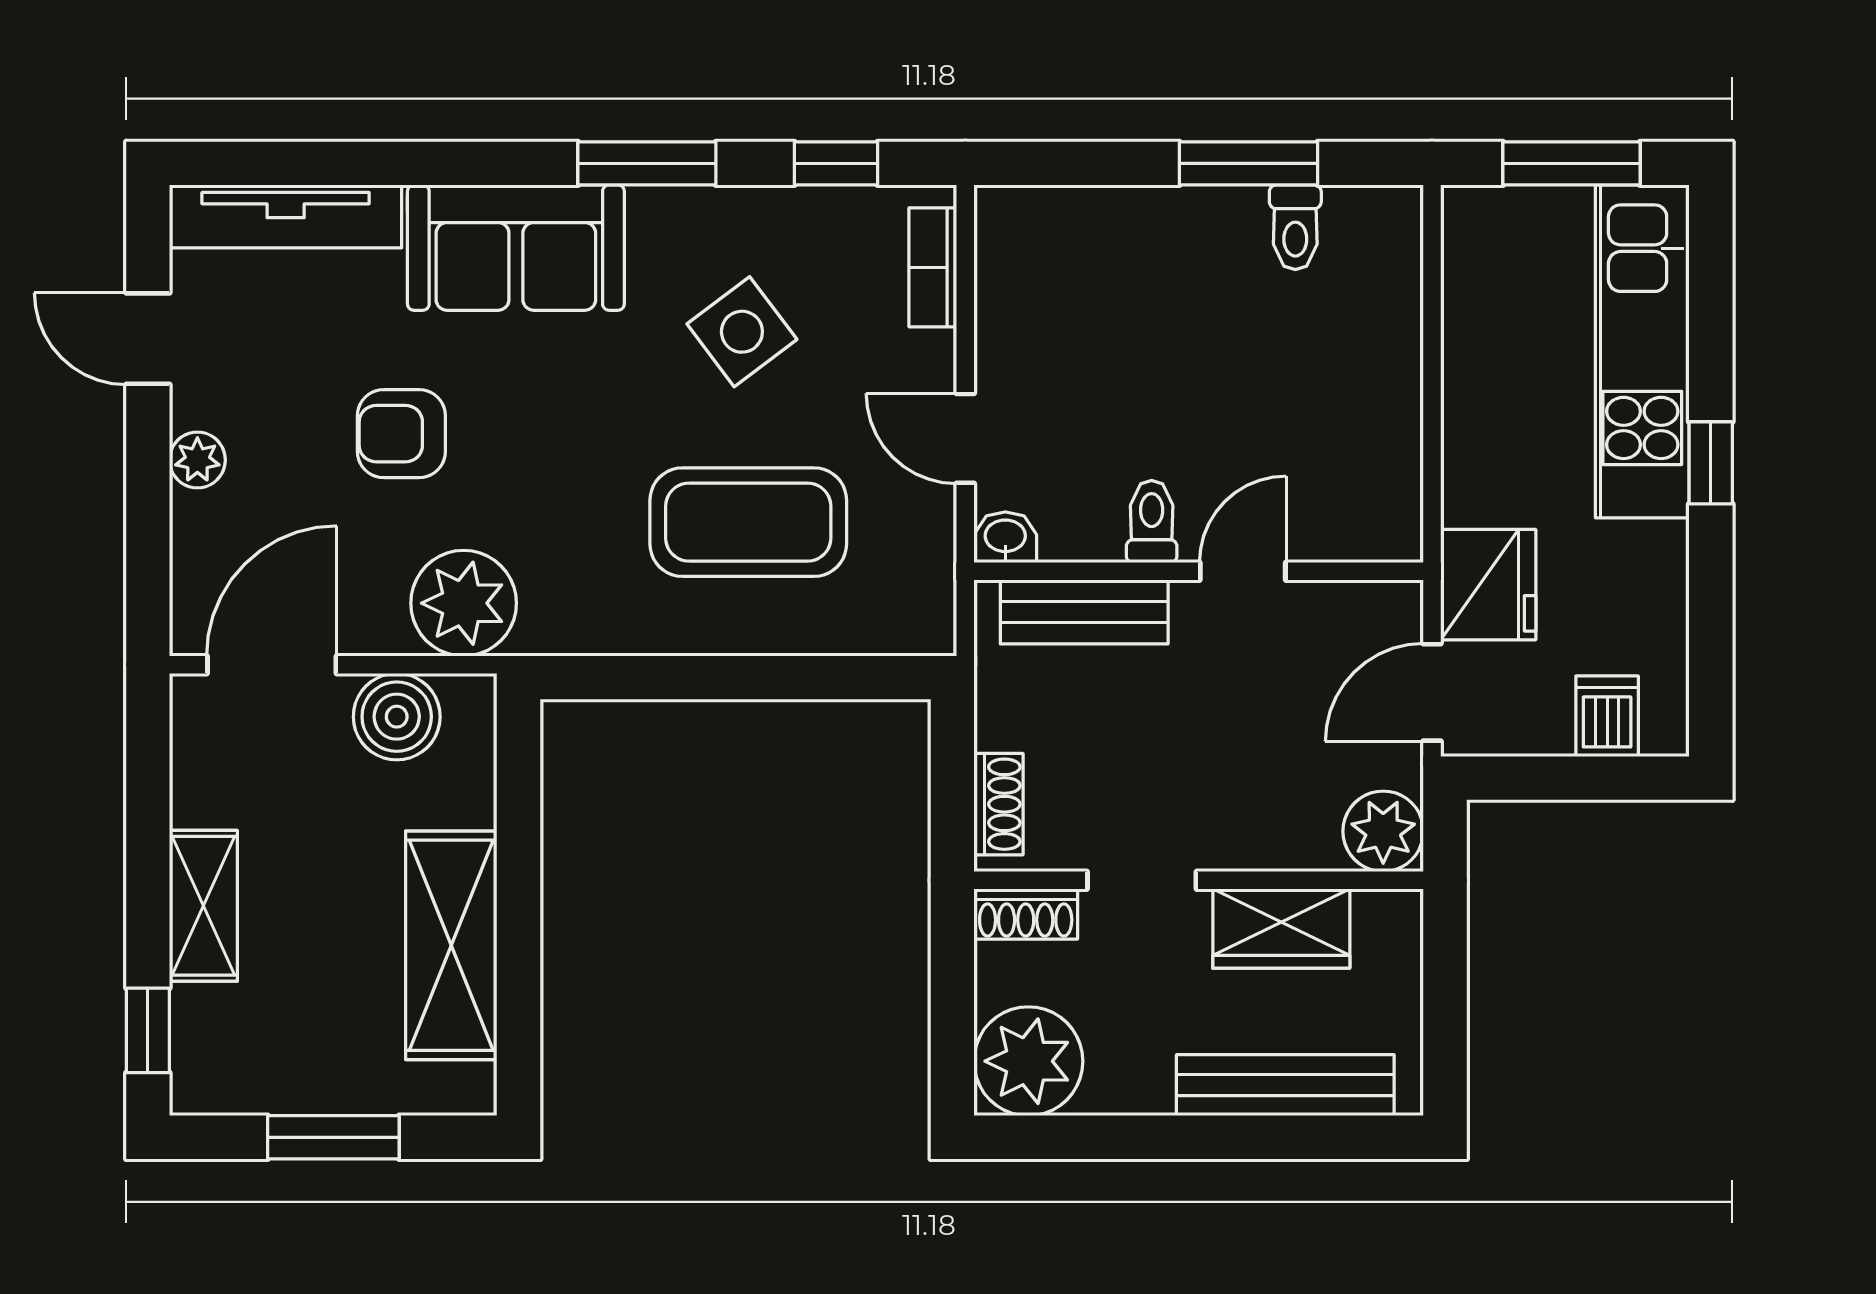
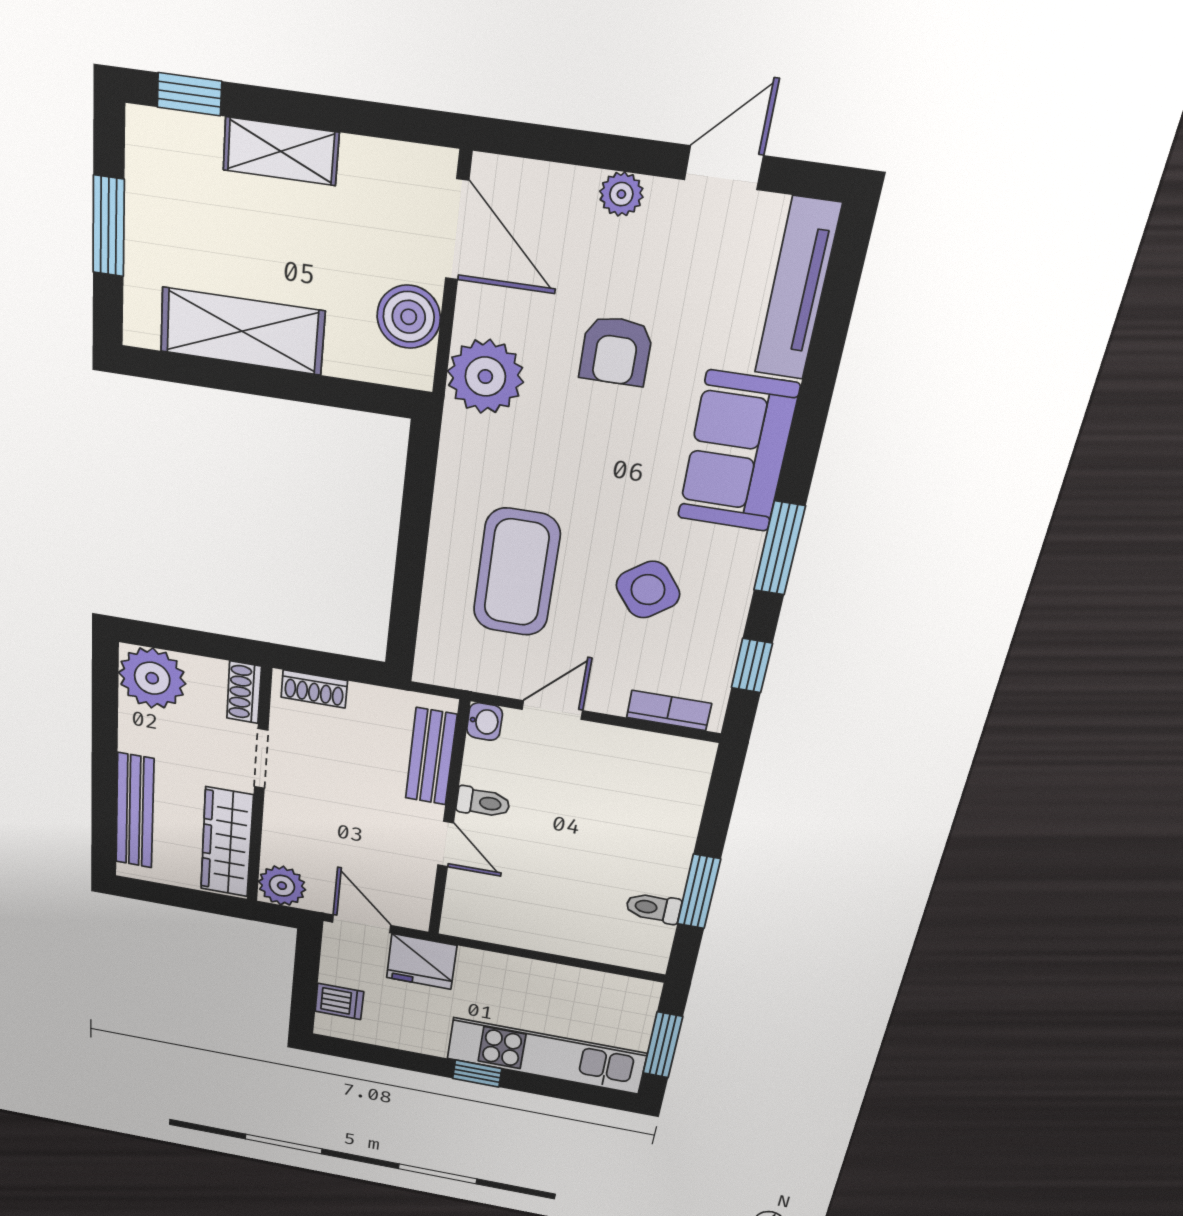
armchair: (401, 434) -> (616, 351), turned 180
wardrobe: (1281, 928) -> (227, 842), width x1.50

